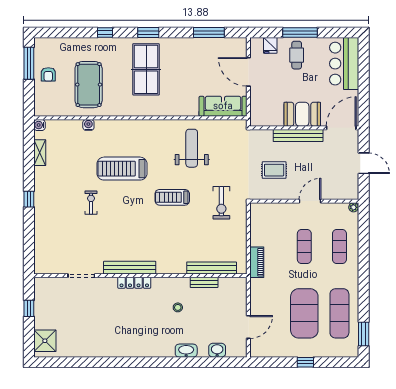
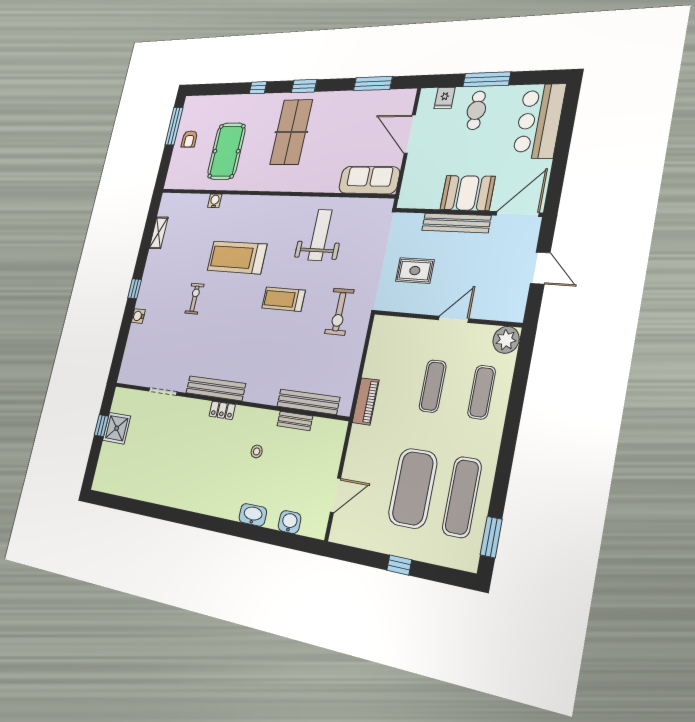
water cooler: (40, 125) -> (138, 316), moved
plant: (354, 207) -> (506, 340), width x1.87, depth x1.87
locker: (134, 283) -> (222, 410), width x0.66
shower: (45, 341) -> (117, 428), moved

